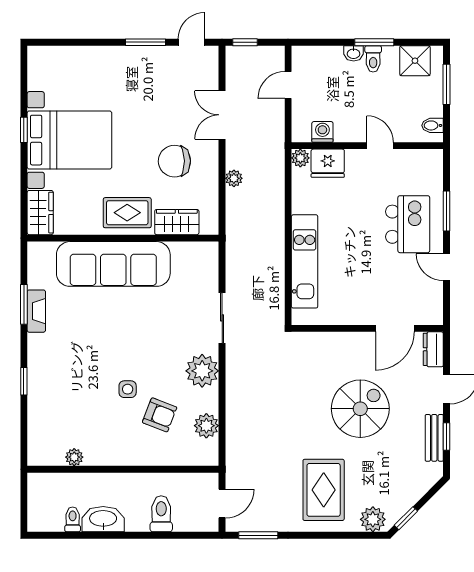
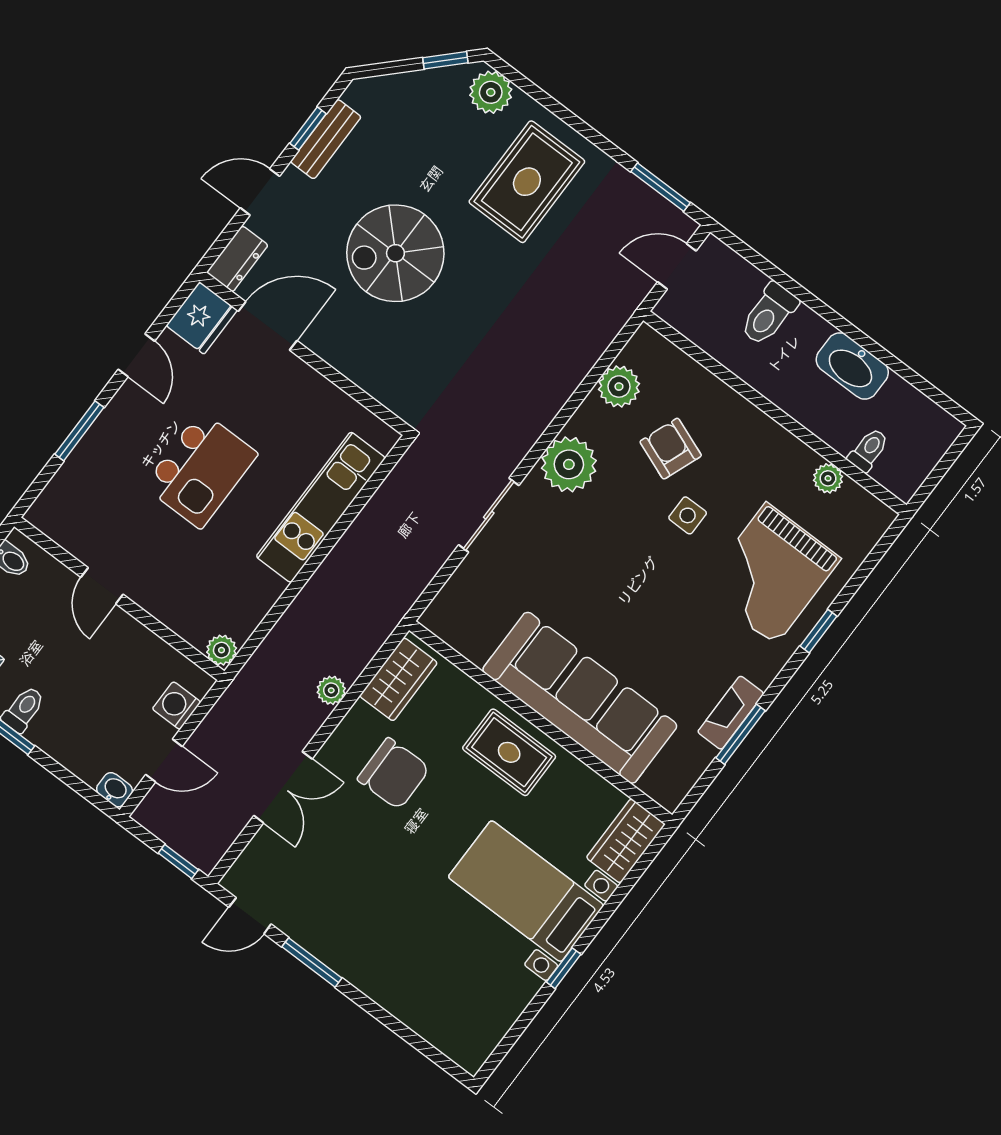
washbasin: (354, 53) -> (115, 790), moved
washing machine: (322, 132) -> (177, 706), moved, turned 90
bed with nightstands: (69, 140) -> (526, 891), width x0.73
fridge: (328, 163) -> (202, 318), moved, turned 90
wardrobe: (177, 222) -> (398, 679), moved, turned -90
kitchen island: (408, 224) -> (201, 470), moved, turned 180
grand piano: (67, 391) -> (771, 574), added
toilet: (73, 519) -> (868, 450), moved, turned 180

